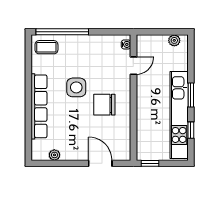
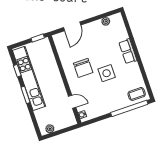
door: (133, 66) -> (72, 102), swing flipped
chair: (104, 105) -> (83, 68), turned 90
row of seats: (39, 106) -> (128, 51), width x0.50
door: (100, 163) -> (72, 26), hinge flipped

